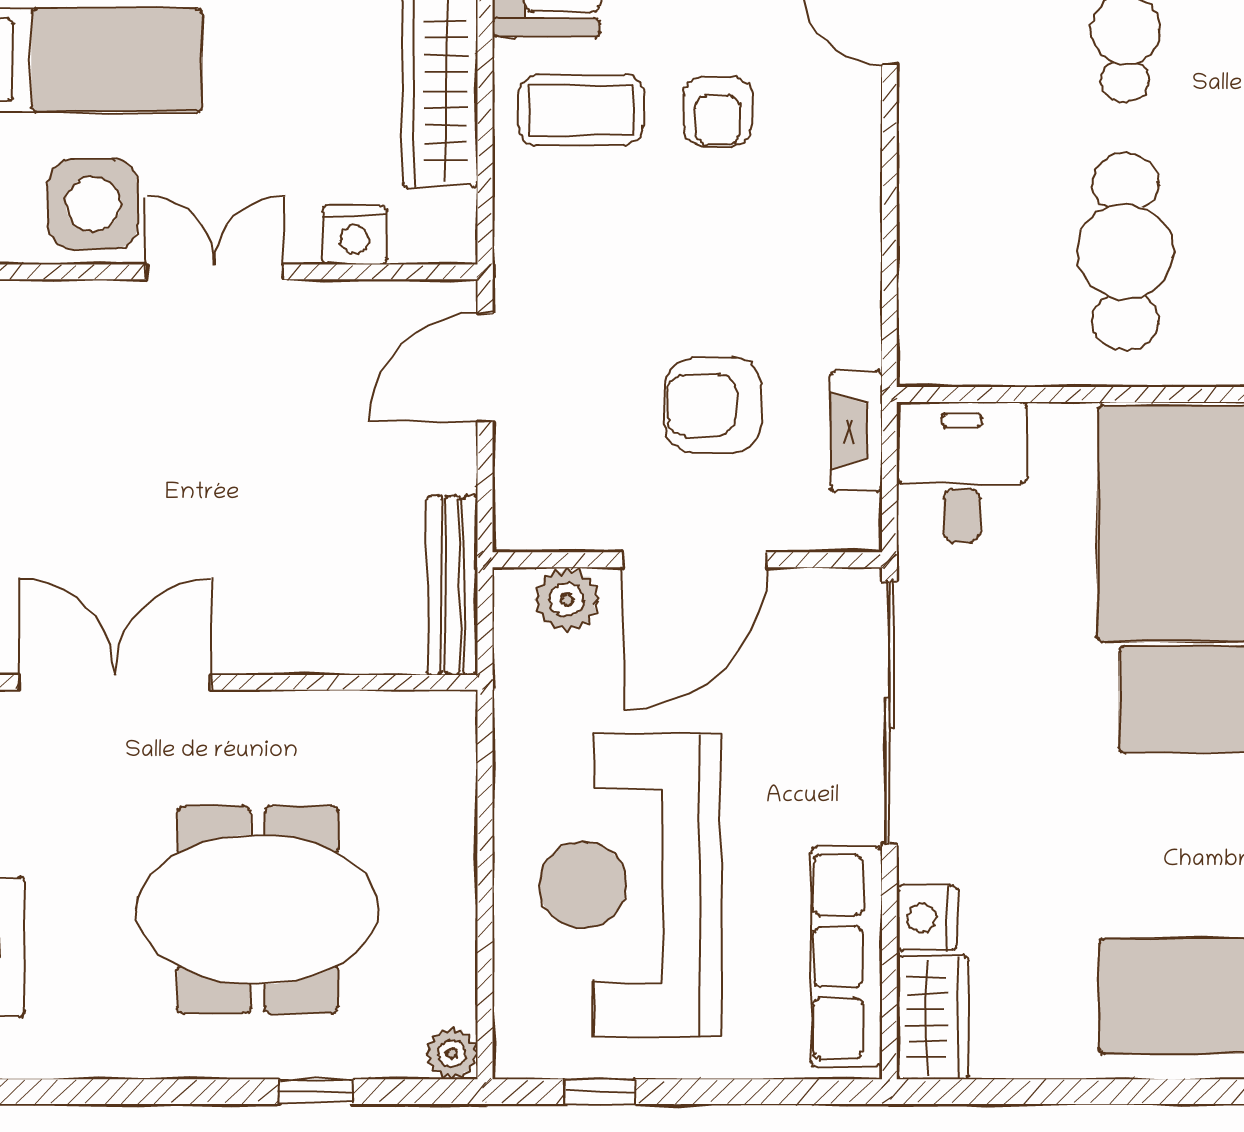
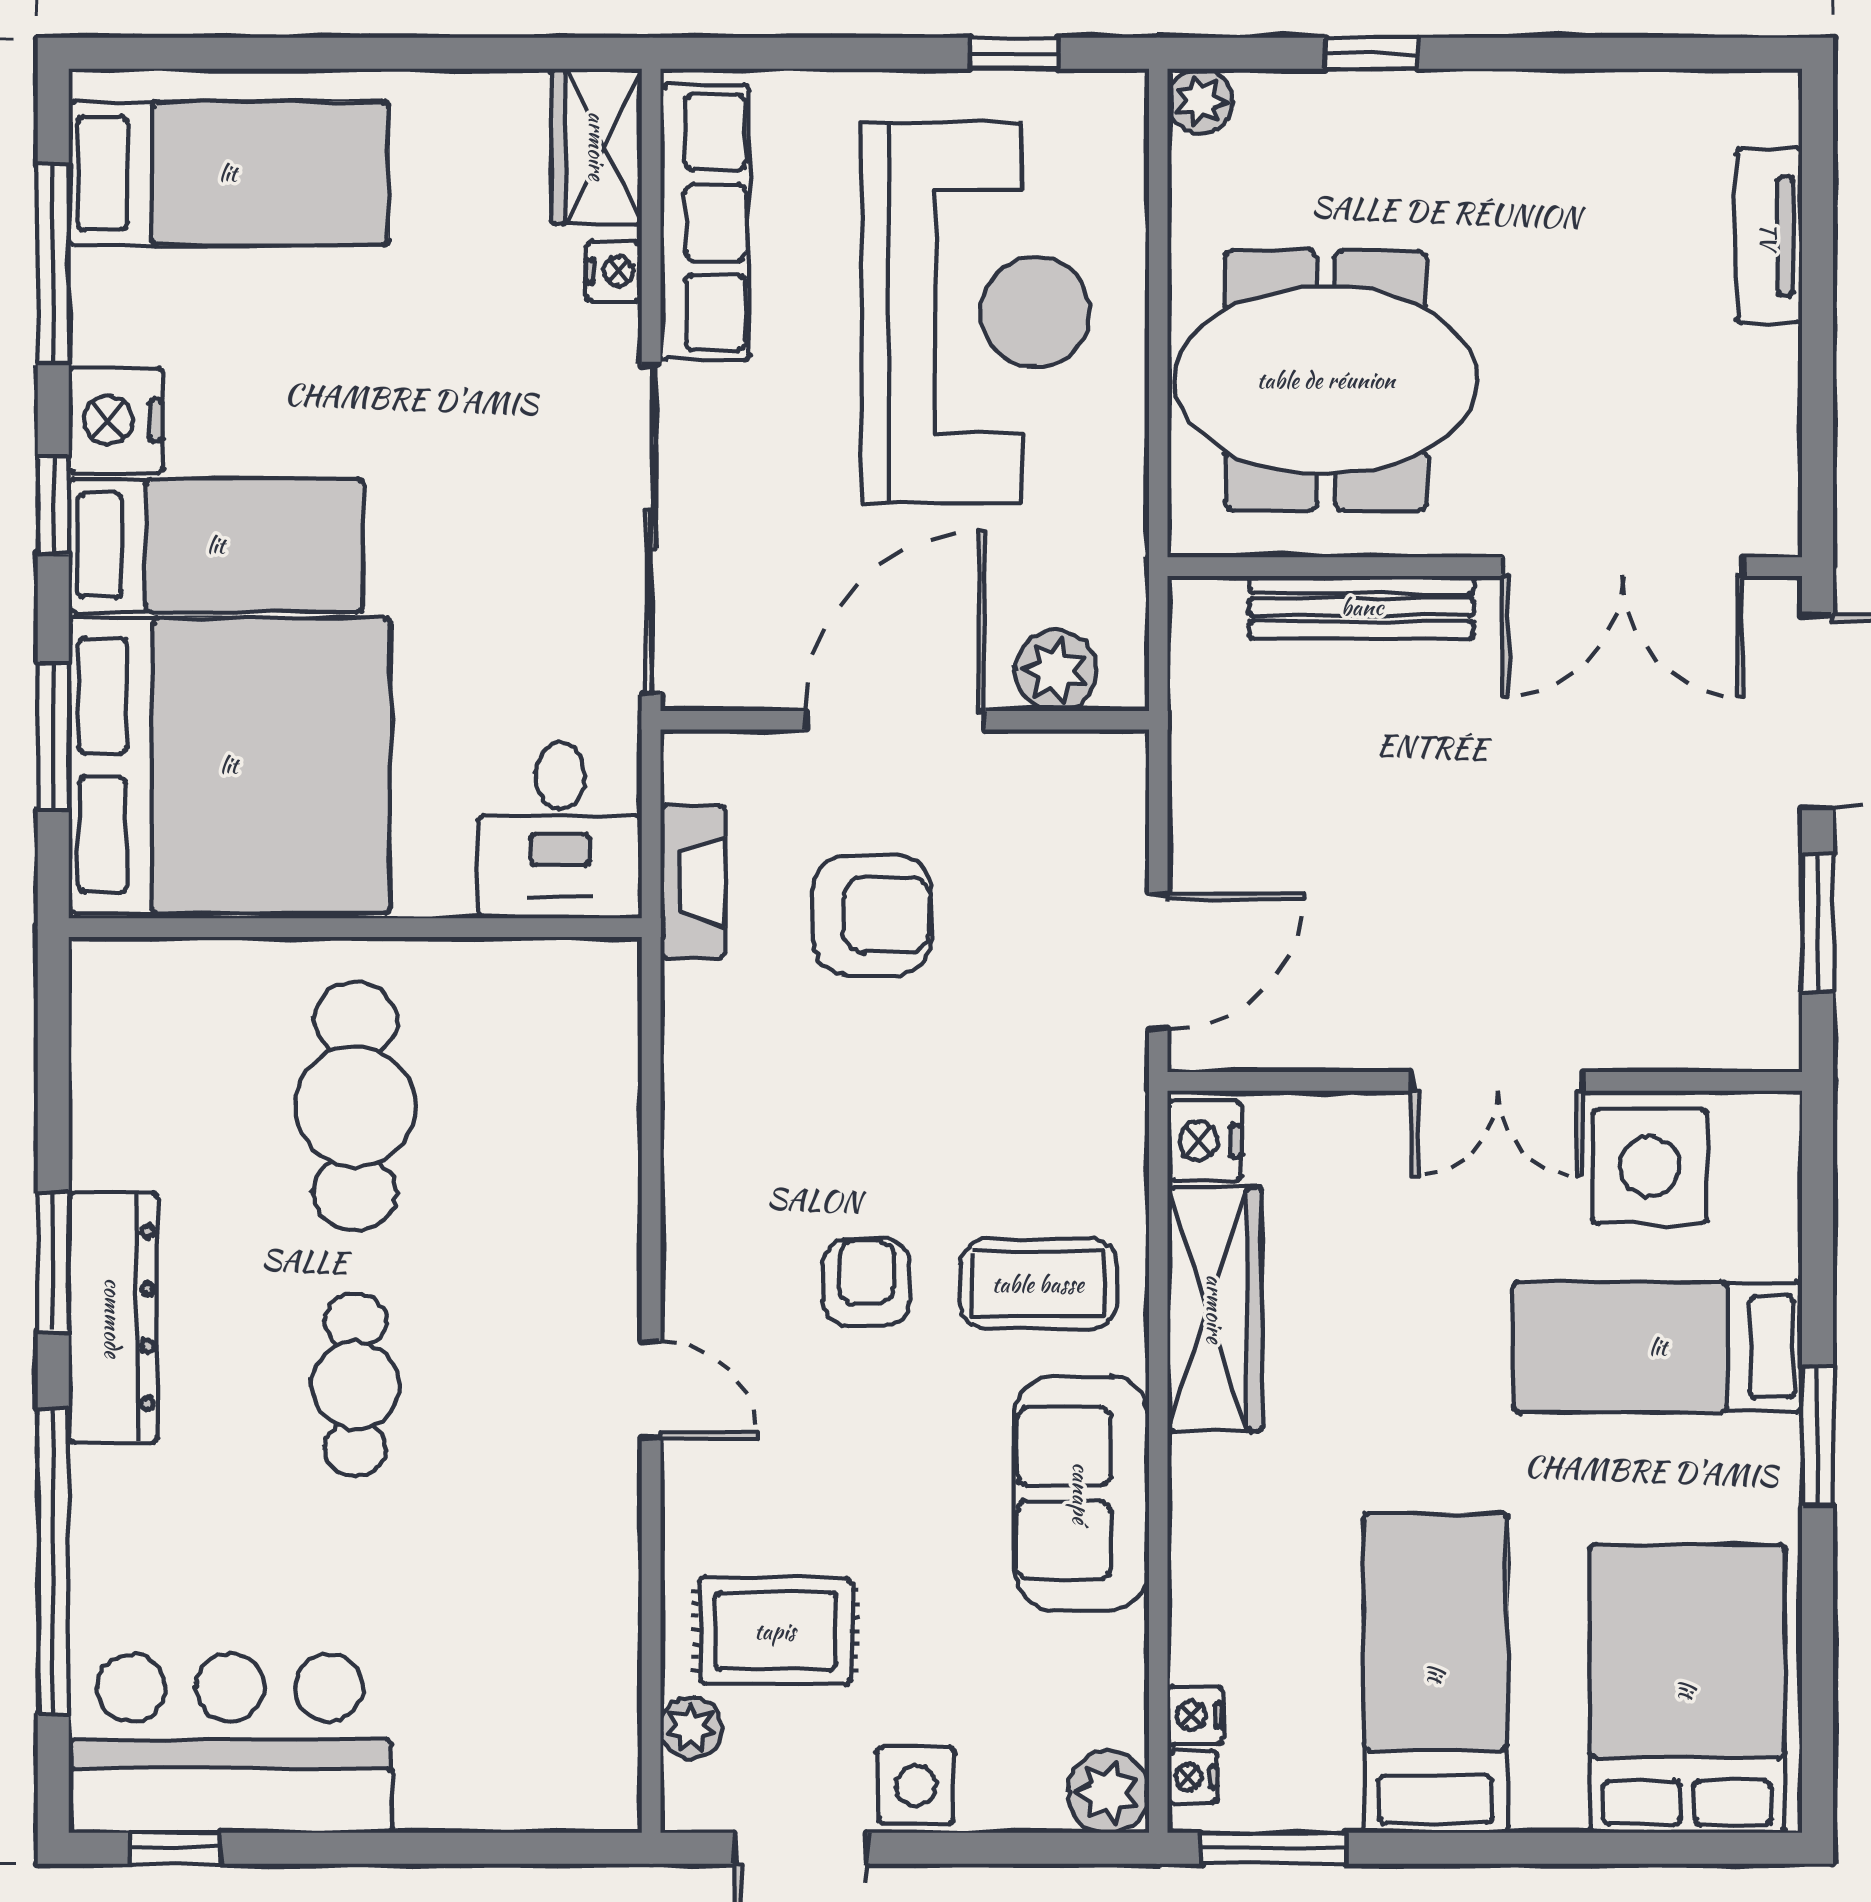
nightstand: (355, 235) -> (1204, 1141), moved, turned -90
bench: (453, 585) -> (1362, 607), moved, turned 90
meeting table: (258, 910) -> (1326, 380), moved
nightstand: (927, 918) -> (614, 271), width x0.72, depth x0.74

